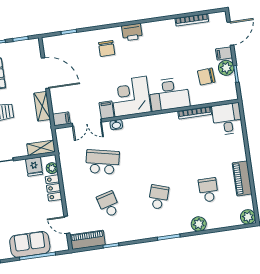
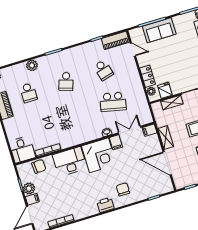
chair: (206, 76) -> (39, 166), moved
shelving: (41, 148) -> (172, 103), moved

